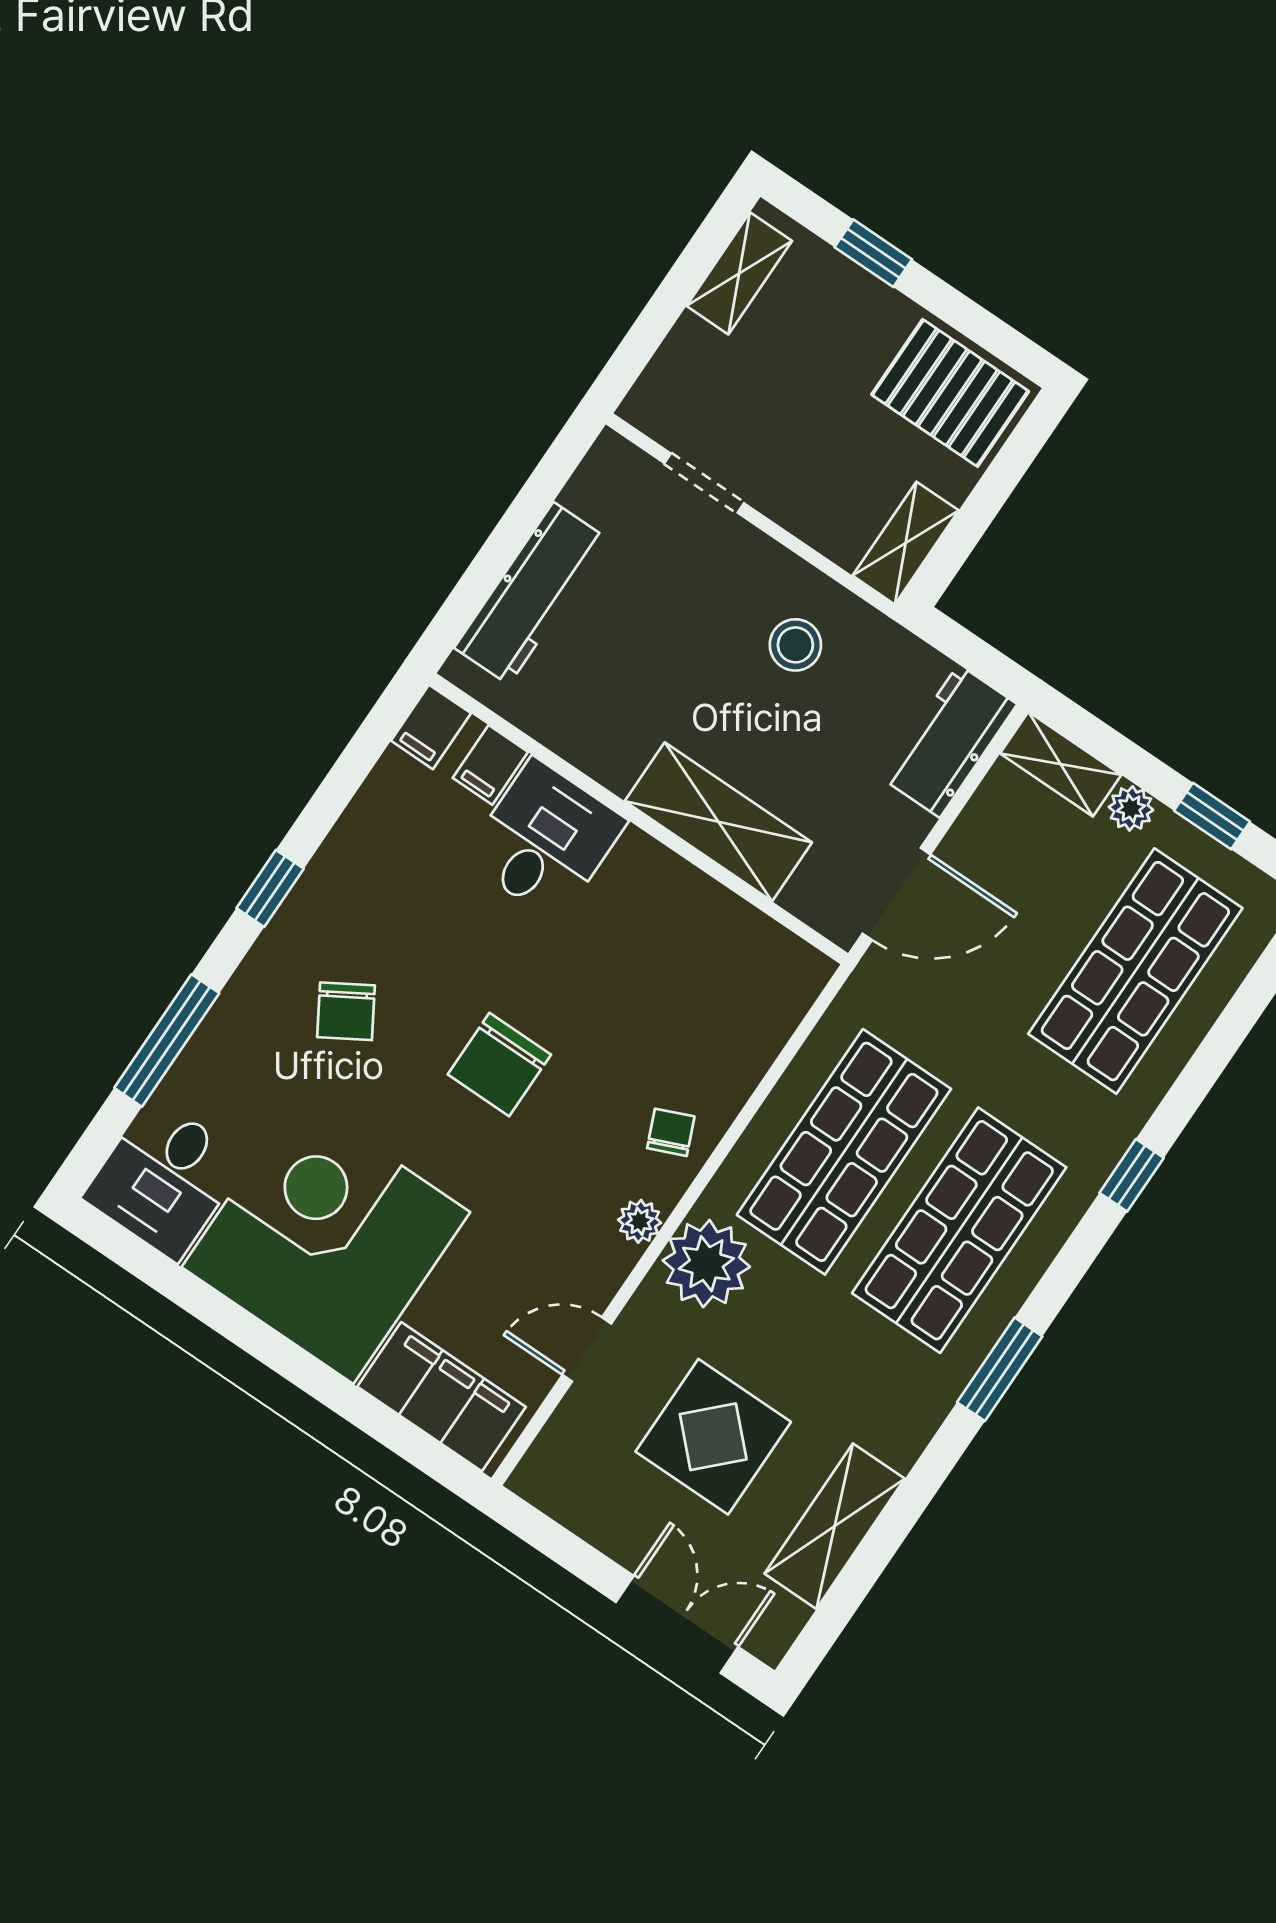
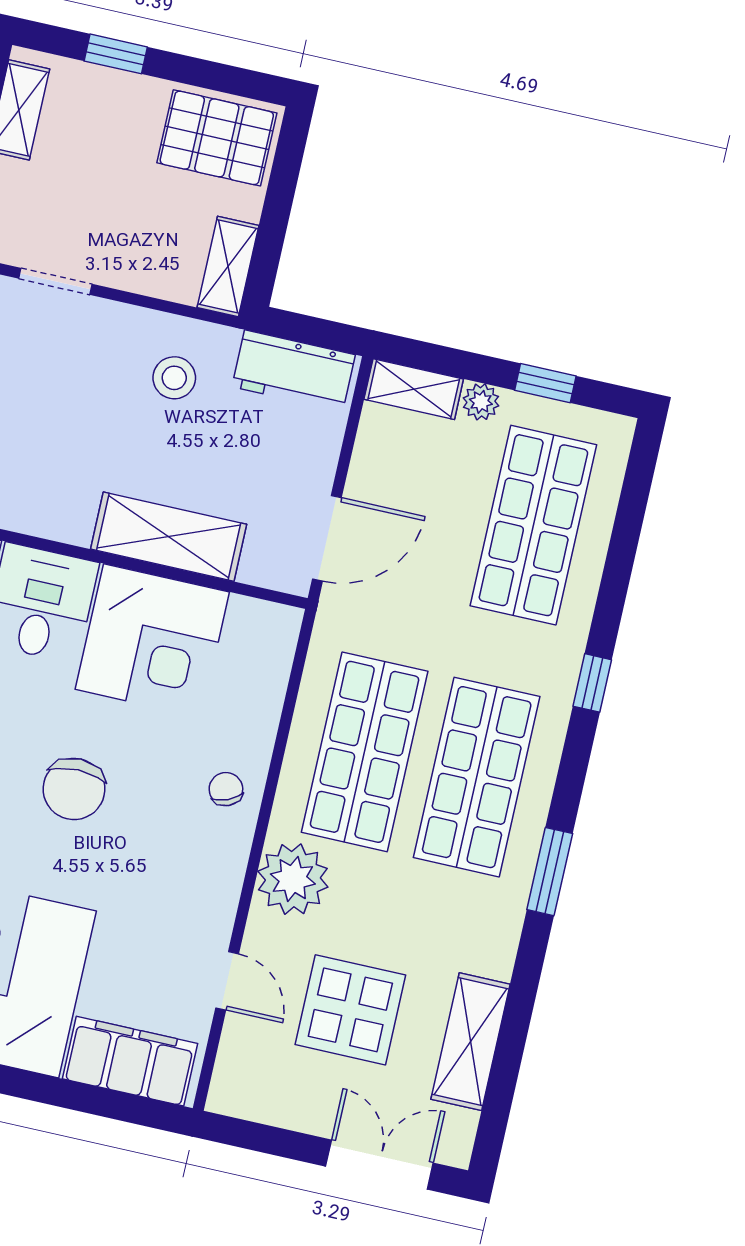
workbench: (949, 741) -> (294, 371), moved, turned -90
corner desk: (654, 932) -> (152, 641), added
plant: (640, 1221) -> (229, 867), removed
door: (587, 1349) -> (227, 981), swing flipped

